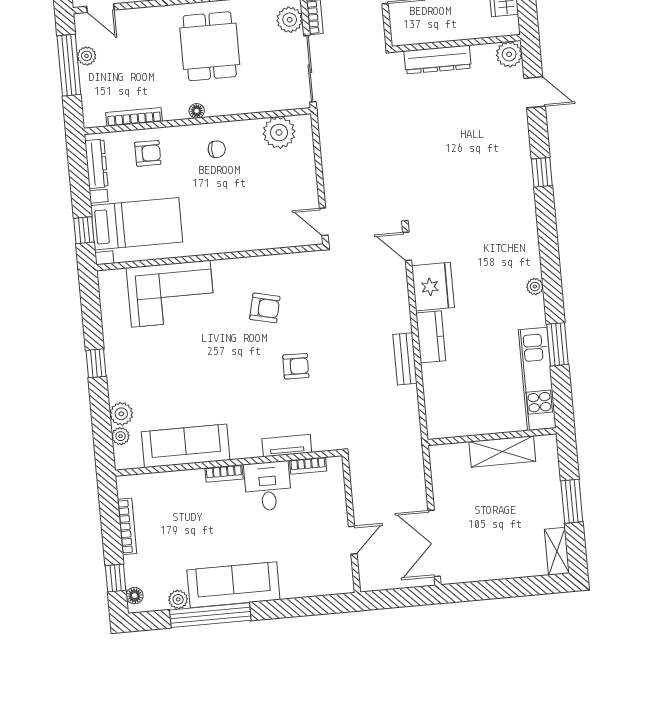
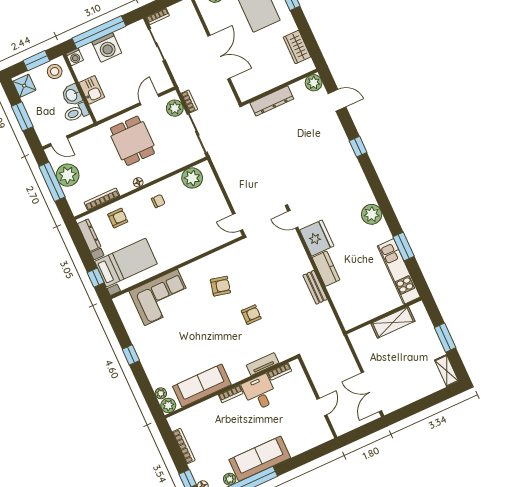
plant: (87, 56) -> (68, 175), width x1.88, depth x1.88
plant: (535, 287) -> (372, 214), width x1.88, depth x1.88
plant: (121, 414) -> (168, 405), moved

